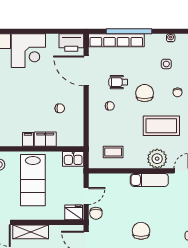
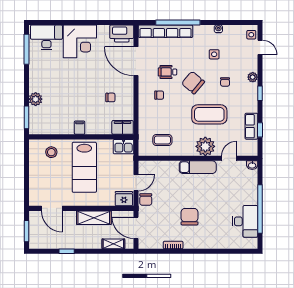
chair: (145, 93) -> (193, 83), turned -50
filing cabinet: (45, 139) -> (123, 127), moved
shelving: (31, 232) -> (94, 218), moved

